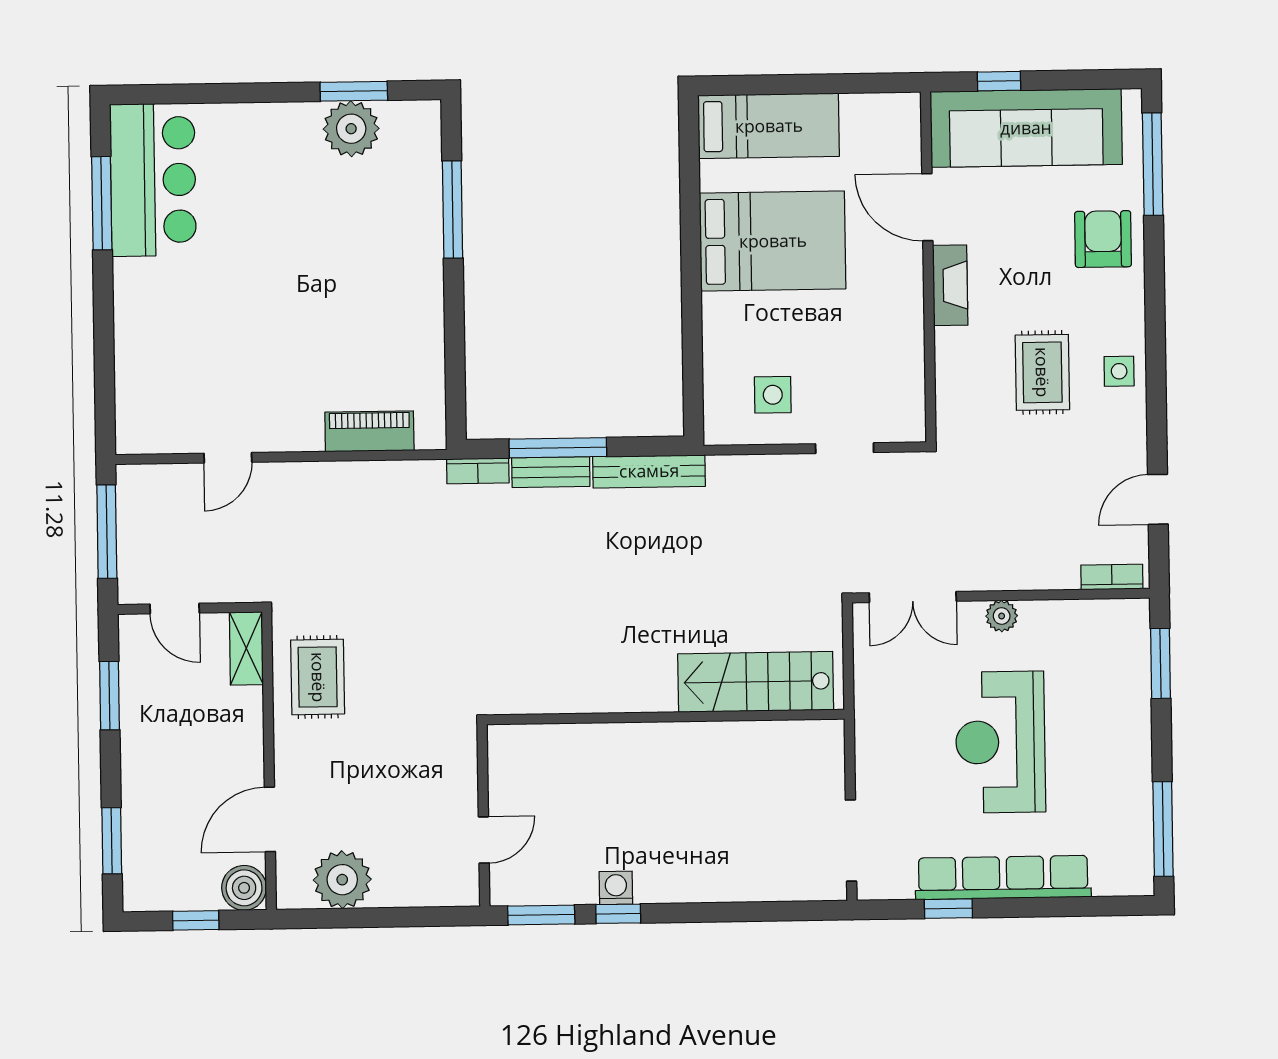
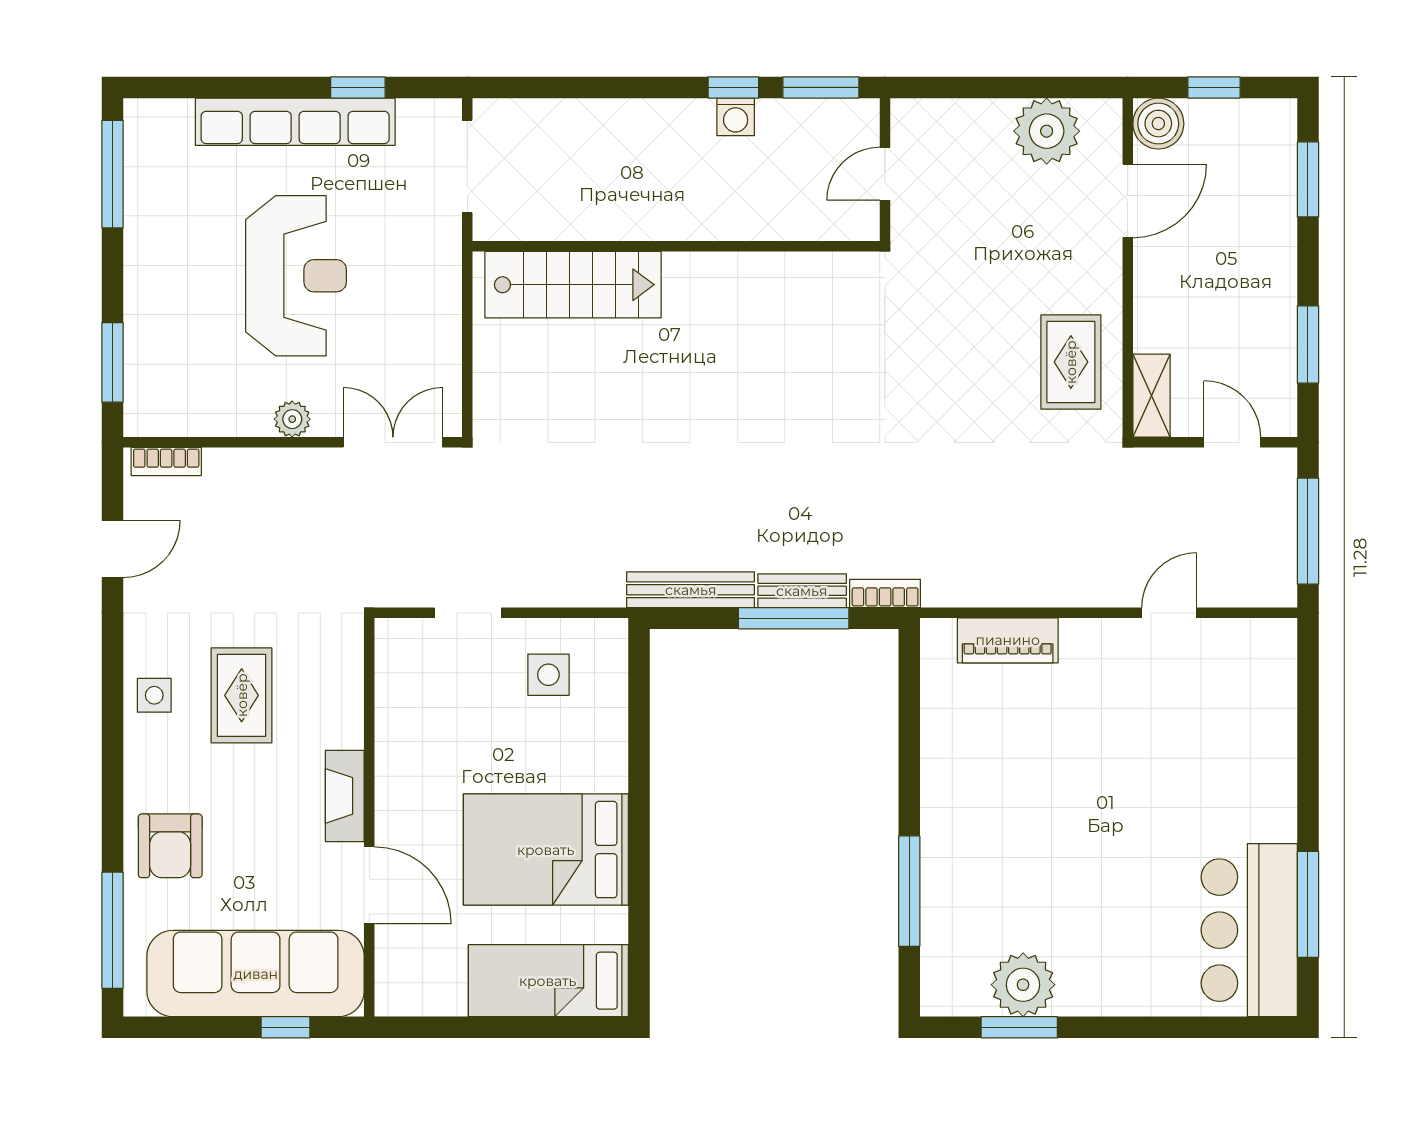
stairs: (756, 682) -> (573, 285), moved
wall: (666, 717) -> (676, 246), moved

